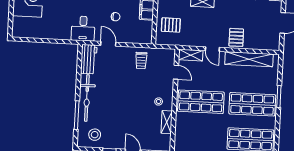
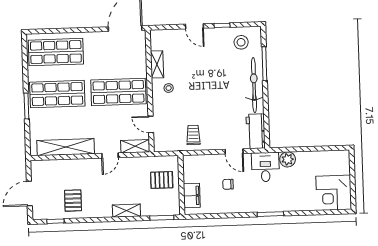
plant: (64, 33) -> (288, 159), added
pallet: (236, 37) -> (73, 201), moved
door: (212, 49) -> (110, 156), swing flipped

